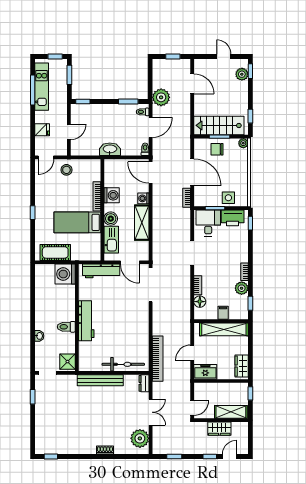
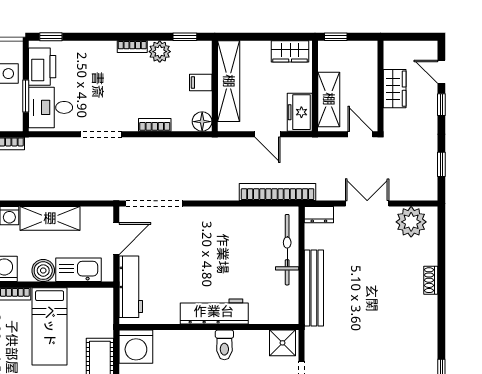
floor lamp: (200, 302) -> (202, 122), moved
shelving: (231, 412) -> (329, 99), moved

